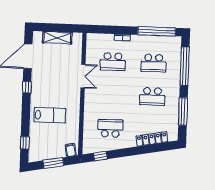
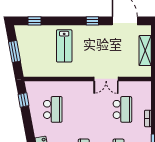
school desk: (113, 62) -> (122, 109), turned 180
filing cabinet: (71, 150) -> (29, 69), removed

